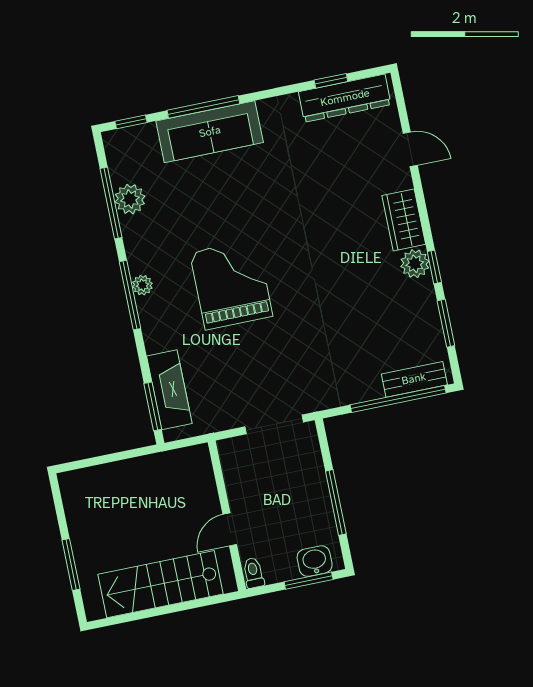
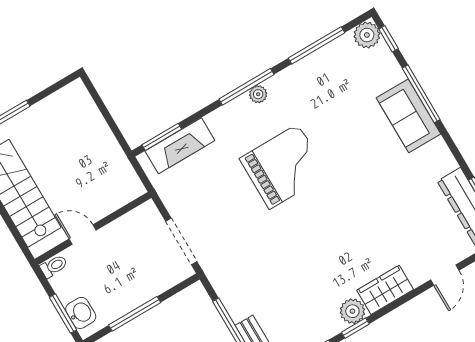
sofa: (210, 132) -> (409, 116), width x0.73
plant: (130, 199) -> (367, 35), moved

